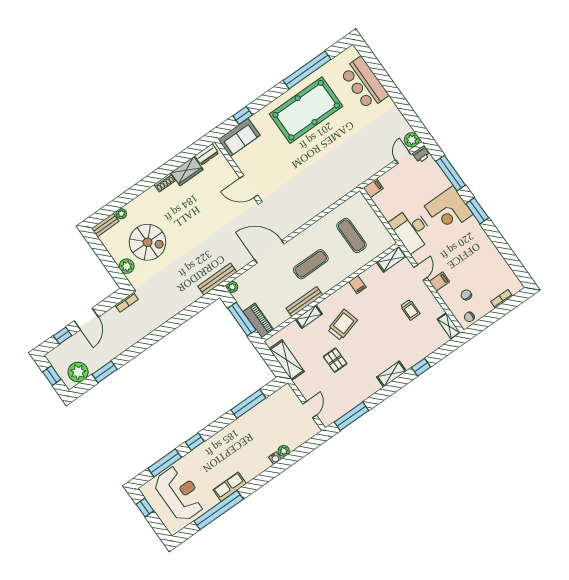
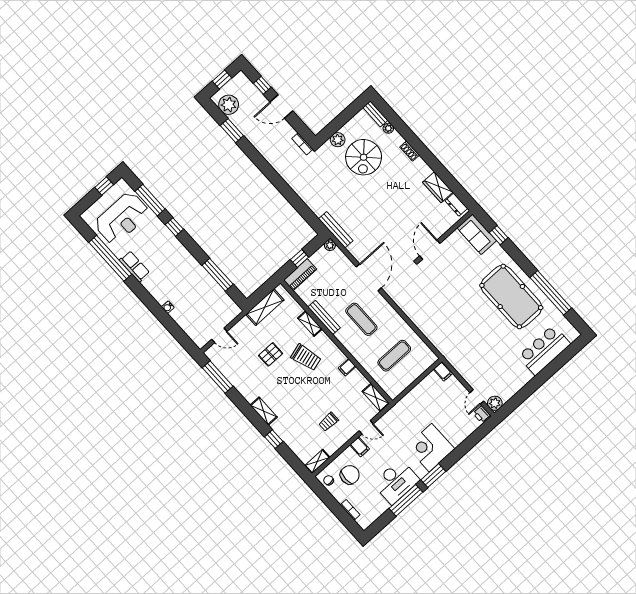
door: (403, 157) -> (477, 397), swing flipped
window: (451, 173) -> (406, 500), moved
shoe rack: (165, 183) -> (410, 151), moved
desk: (412, 230) -> (396, 482), moved, turned 180
chair: (466, 295) -> (350, 475), width x1.87, depth x1.87
window: (242, 319) -> (300, 258), width x0.46
plant: (284, 451) -> (176, 315), removed

